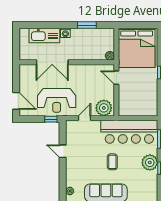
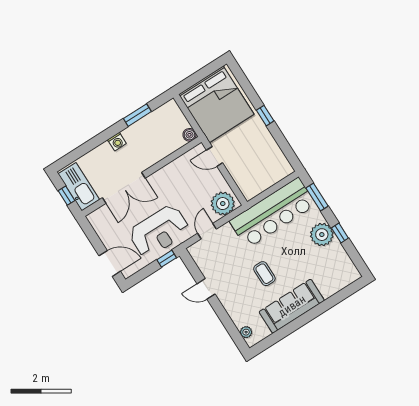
kitchen sink: (44, 35) -> (79, 187), moved, turned -90
window: (16, 46) -> (66, 196), added
coffee table: (112, 162) -> (264, 274), moved

